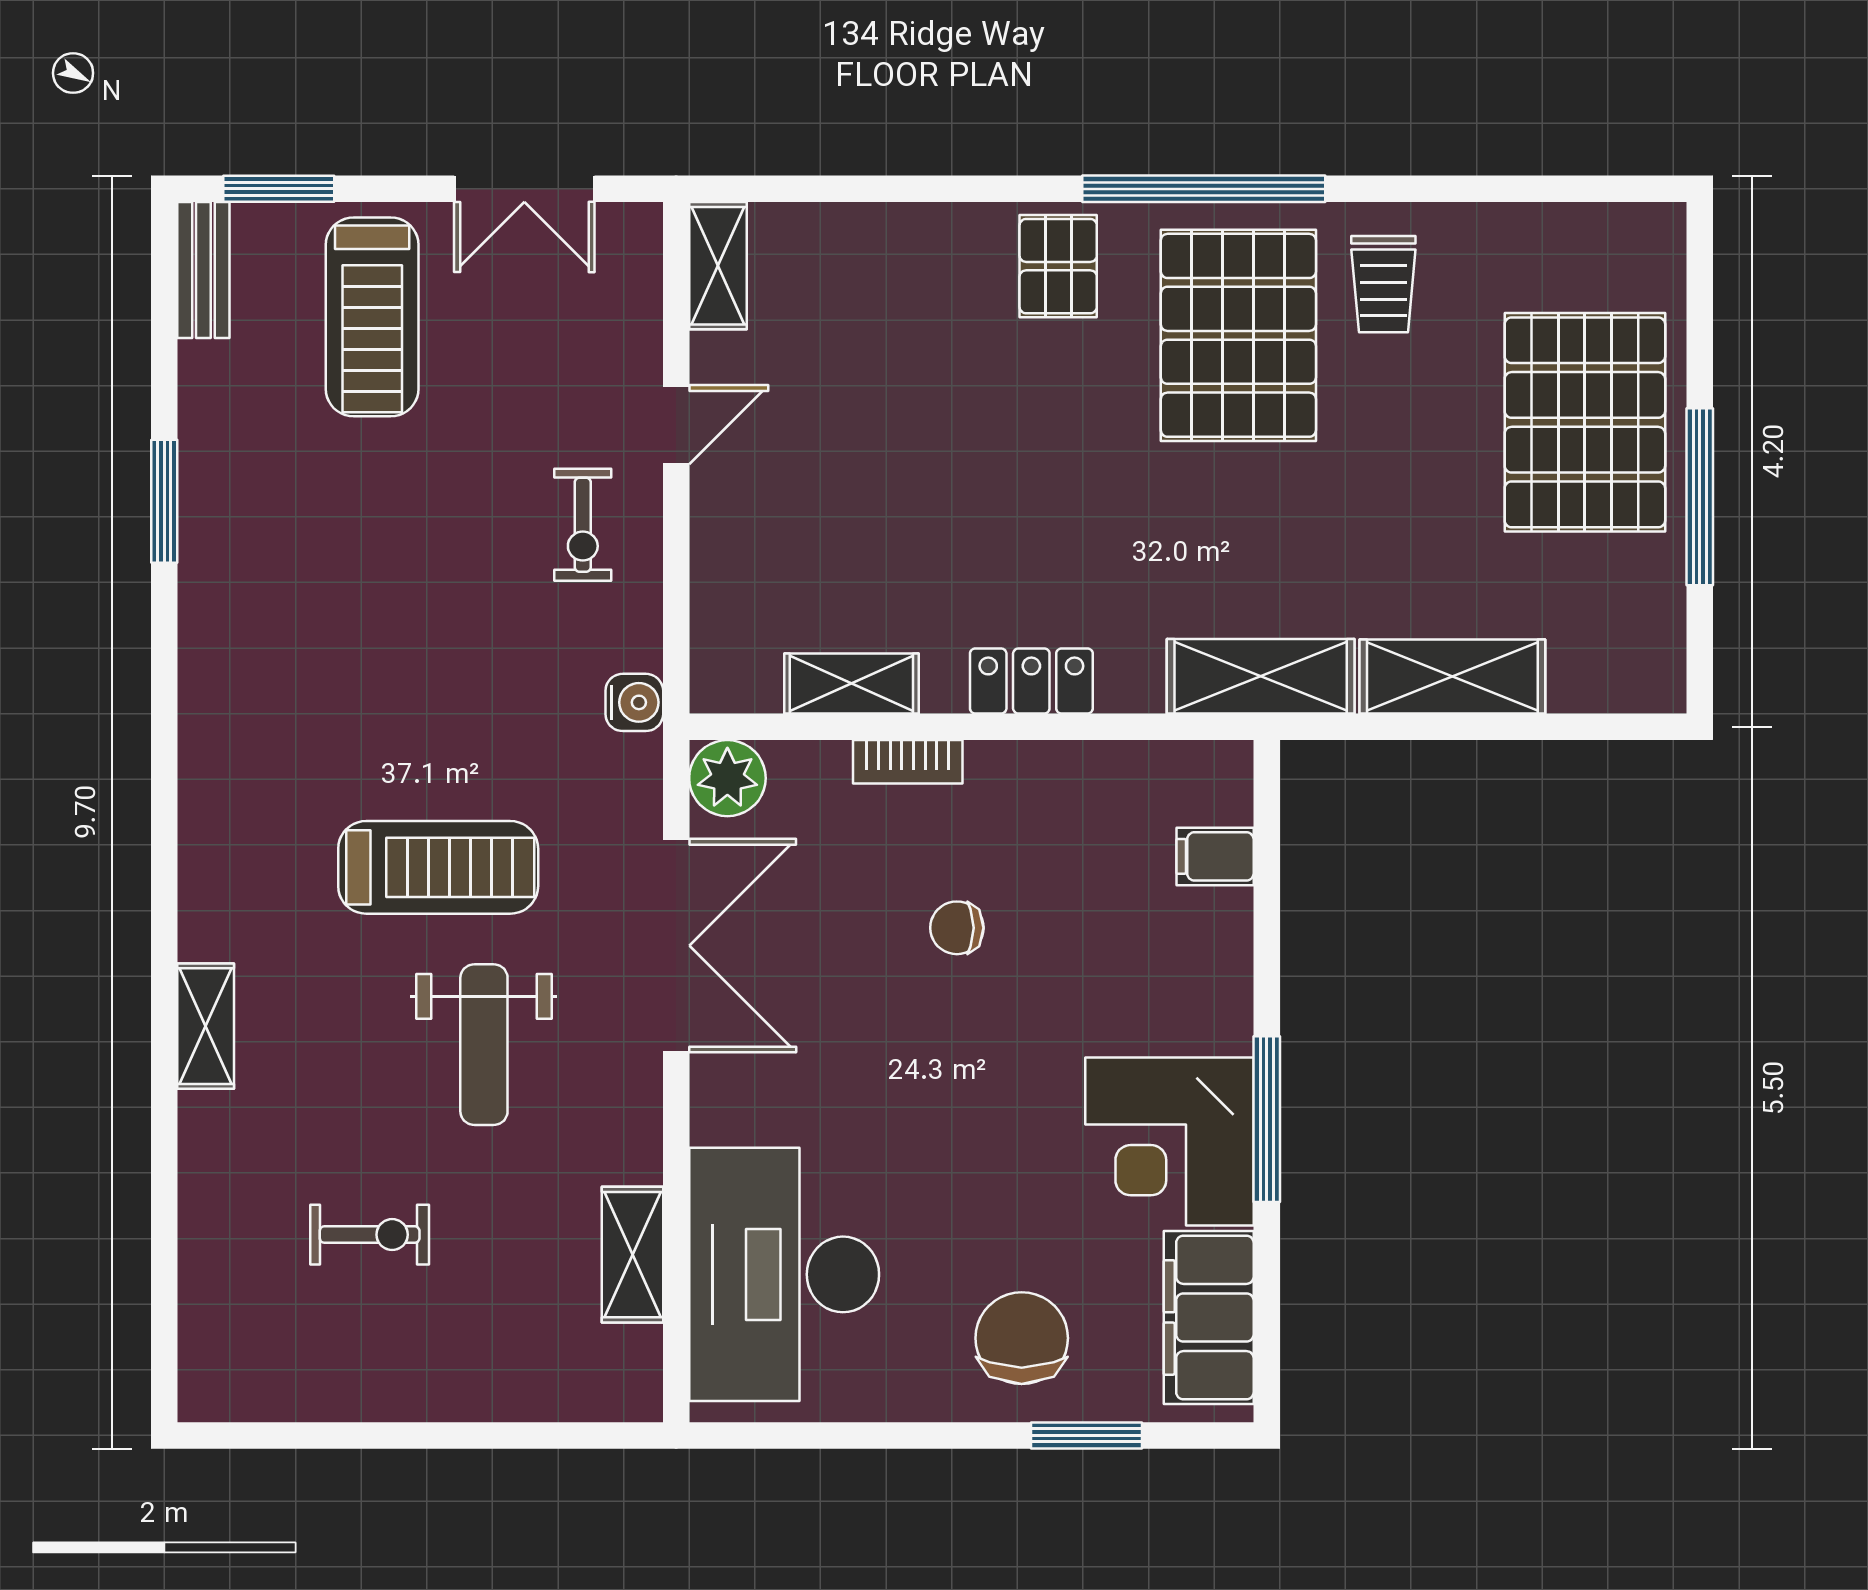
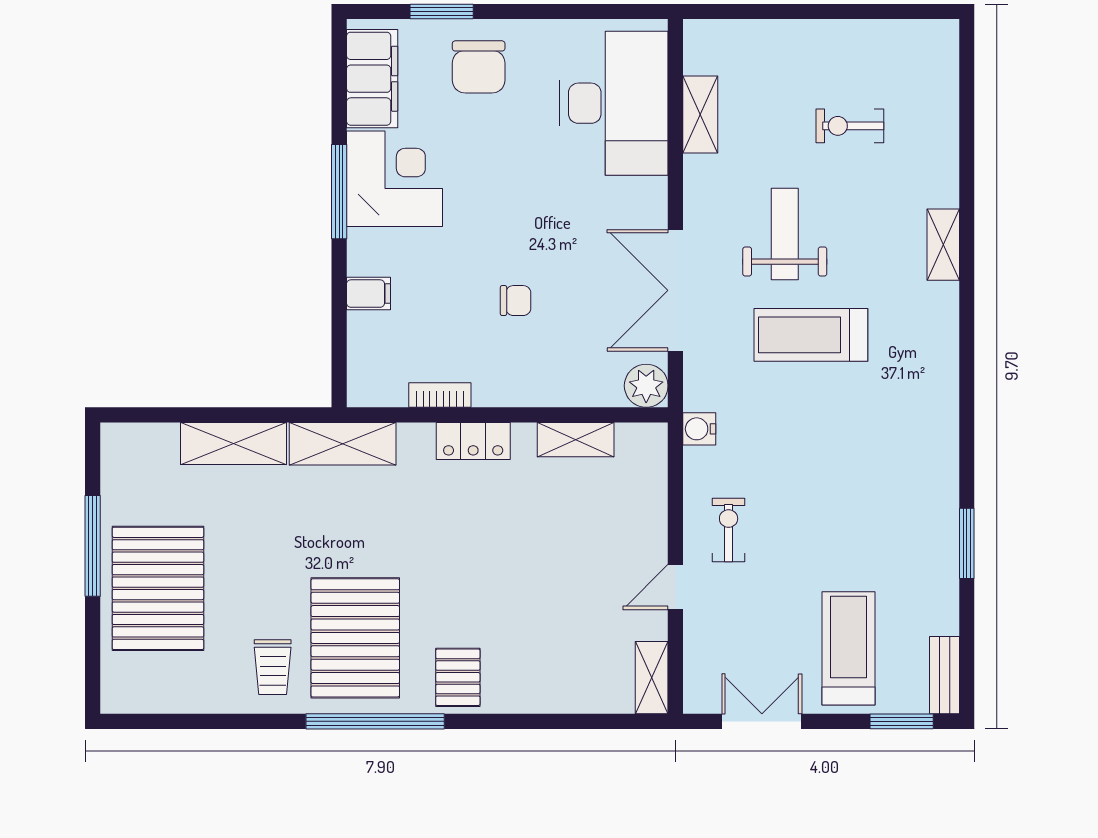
trolley: (1383, 284) -> (273, 667), turned 180
bookcase: (908, 762) -> (440, 395), moved
filing cabinet: (1215, 856) -> (369, 294), moved

